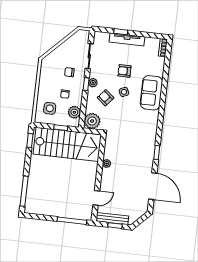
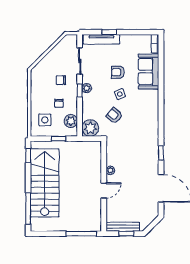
tv unit: (127, 39) -> (101, 39), moved
sofa: (151, 93) -> (148, 72), moved
armchair: (106, 98) -> (114, 116), moved
stairs: (67, 144) -> (45, 183), moved, turned -90
door: (96, 198) -> (104, 190), moved

